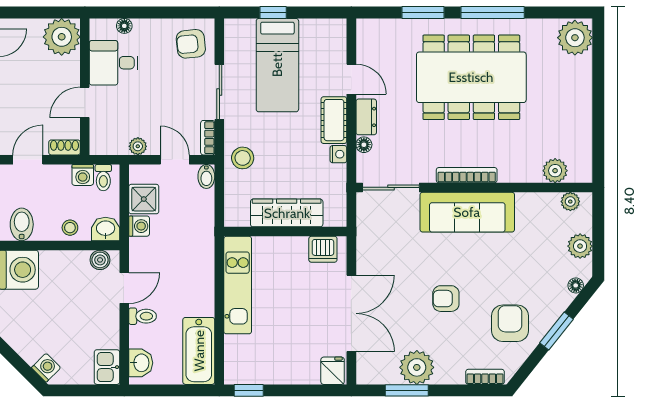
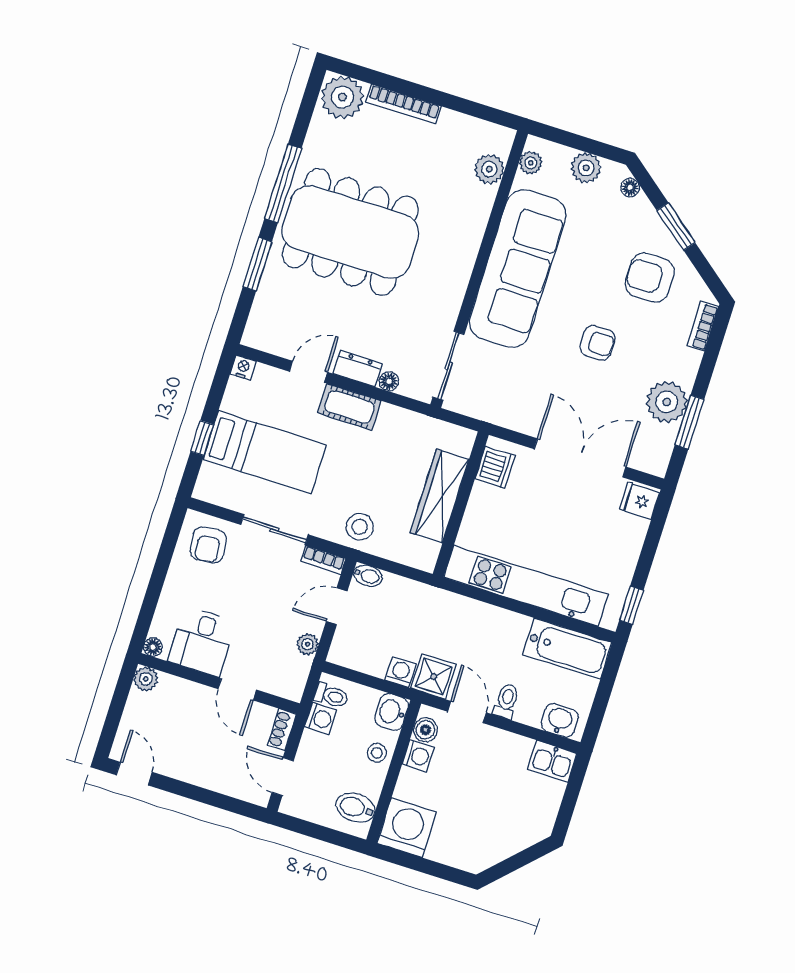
floor lamp: (124, 26) -> (153, 647), moved
plant: (62, 37) -> (146, 679), width x0.53, depth x0.53
dining table: (471, 77) -> (350, 232), turned 90
nightstand: (338, 154) -> (243, 368), moved
bookcase: (467, 175) -> (403, 104), moved, turned -90
shower: (144, 199) -> (434, 676), moved
sofa: (467, 212) -> (518, 269), width x1.36, depth x1.27
kitchen unit: (238, 285) -> (526, 586), width x1.36
armchair: (446, 299) -> (598, 343), turned -90
washing machine: (46, 368) -> (418, 756), moved, turned 135

